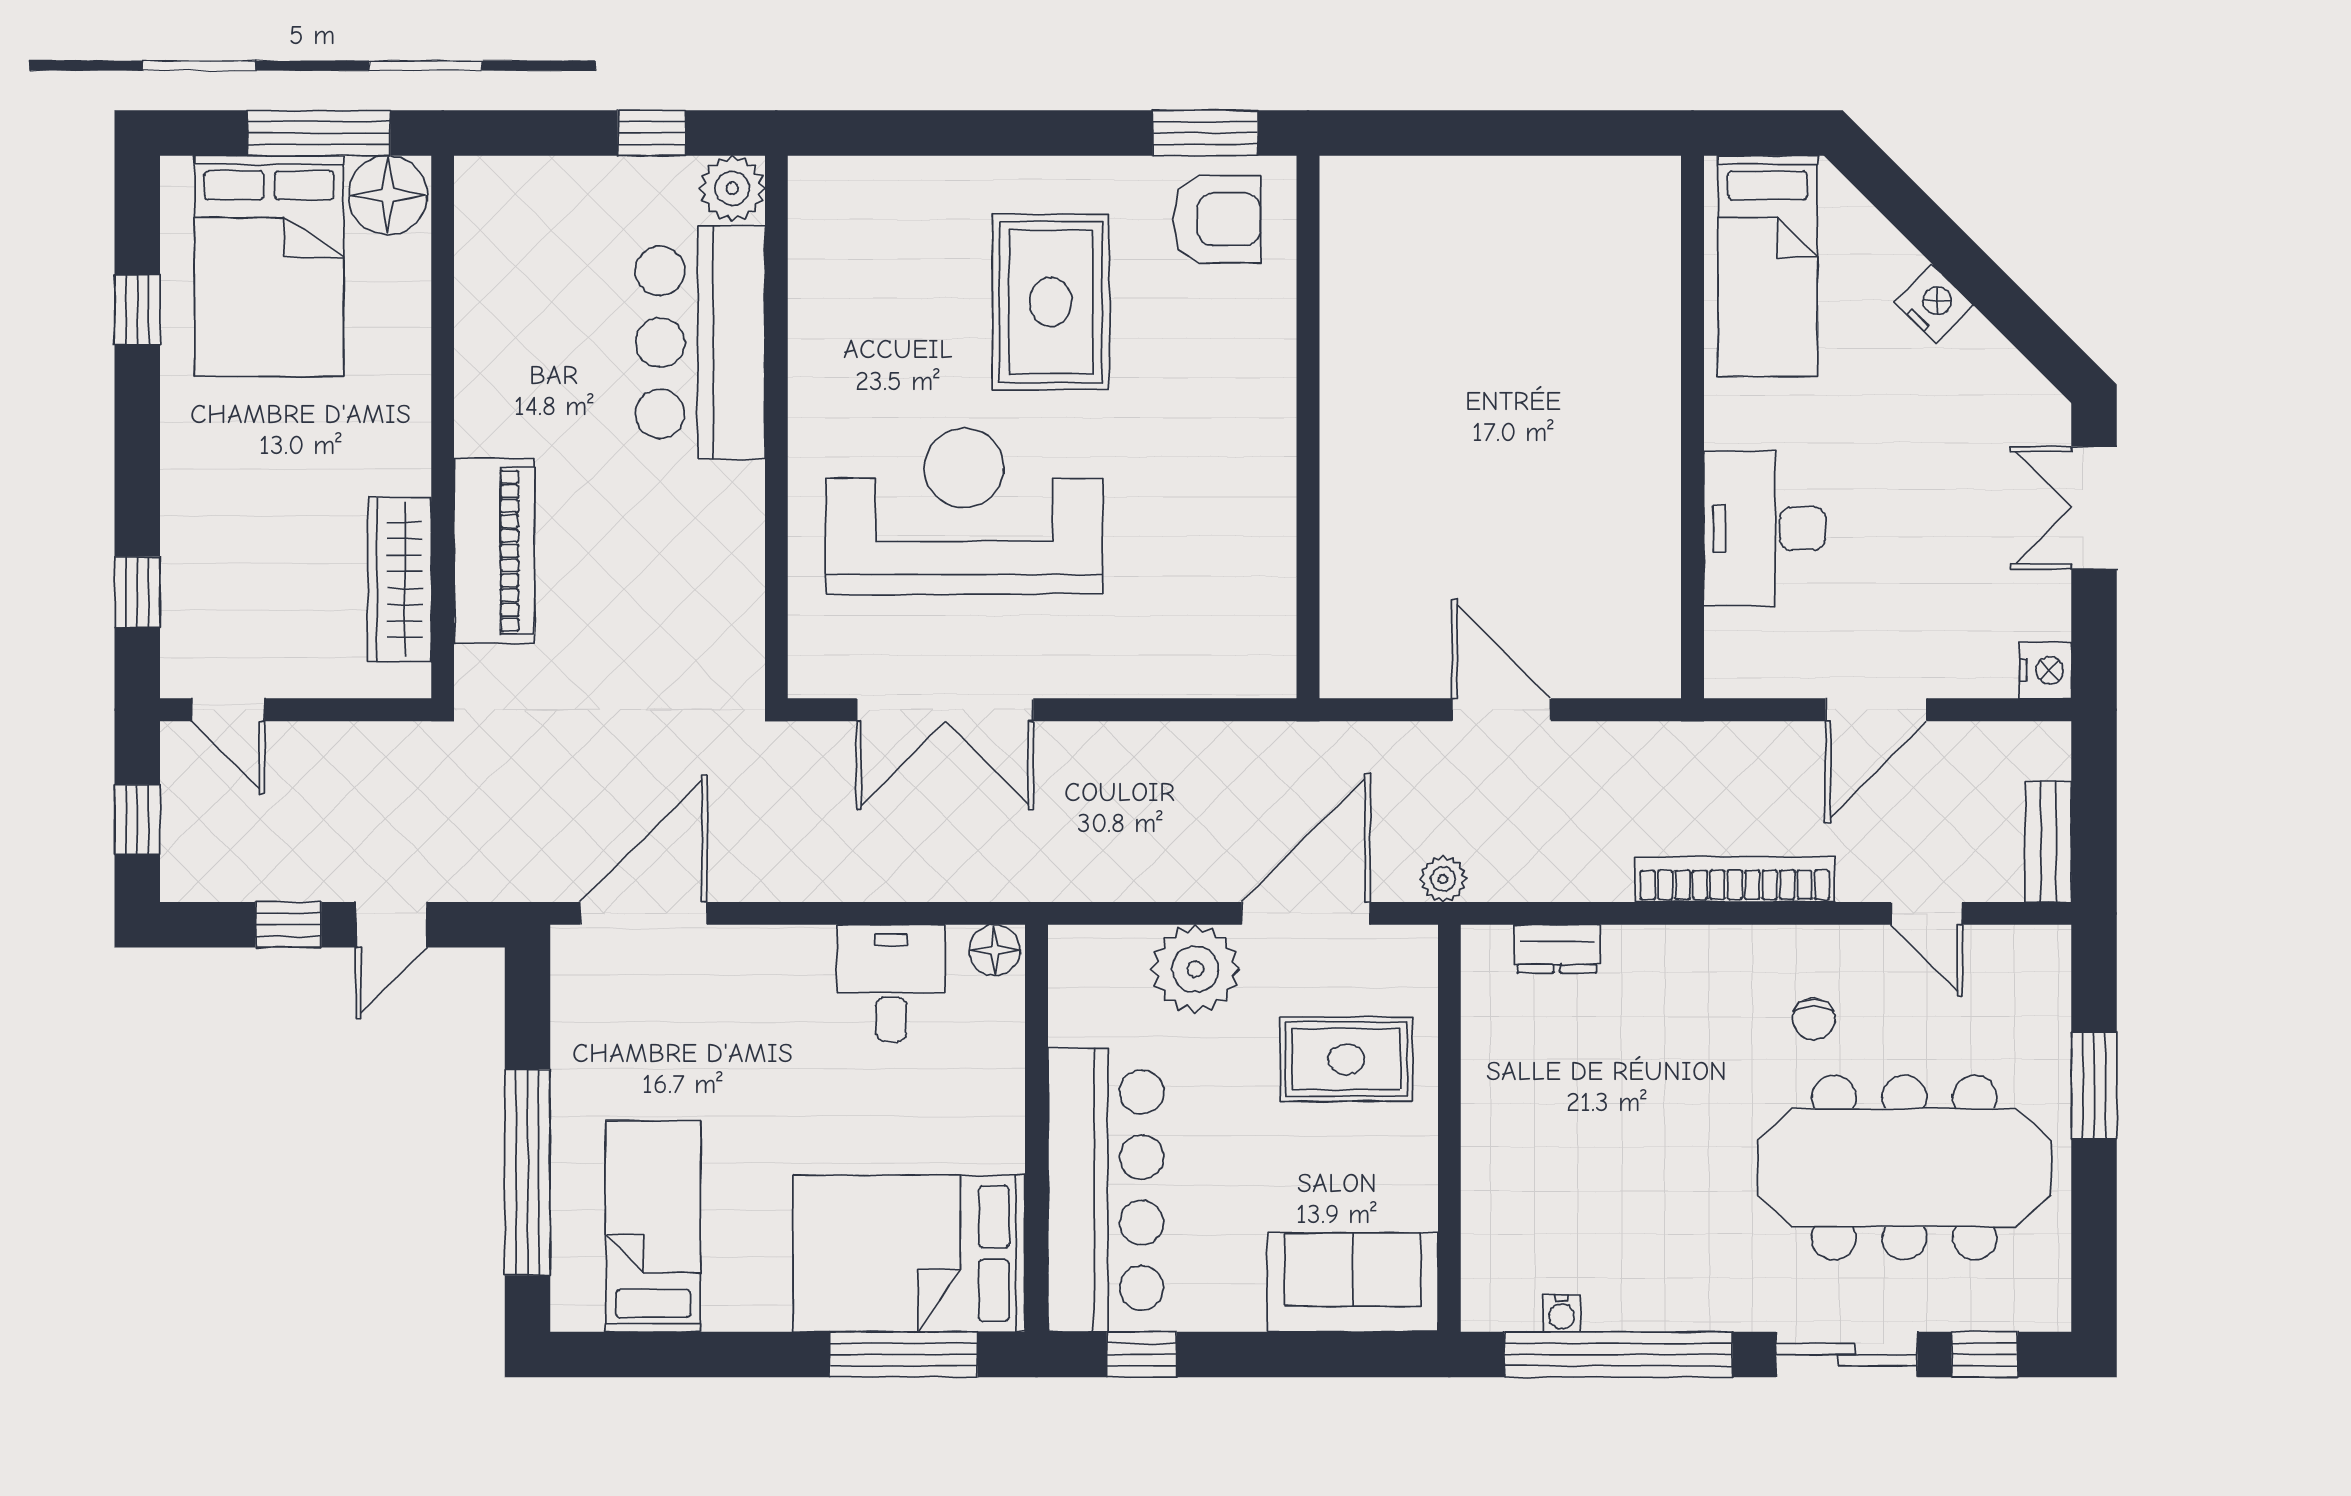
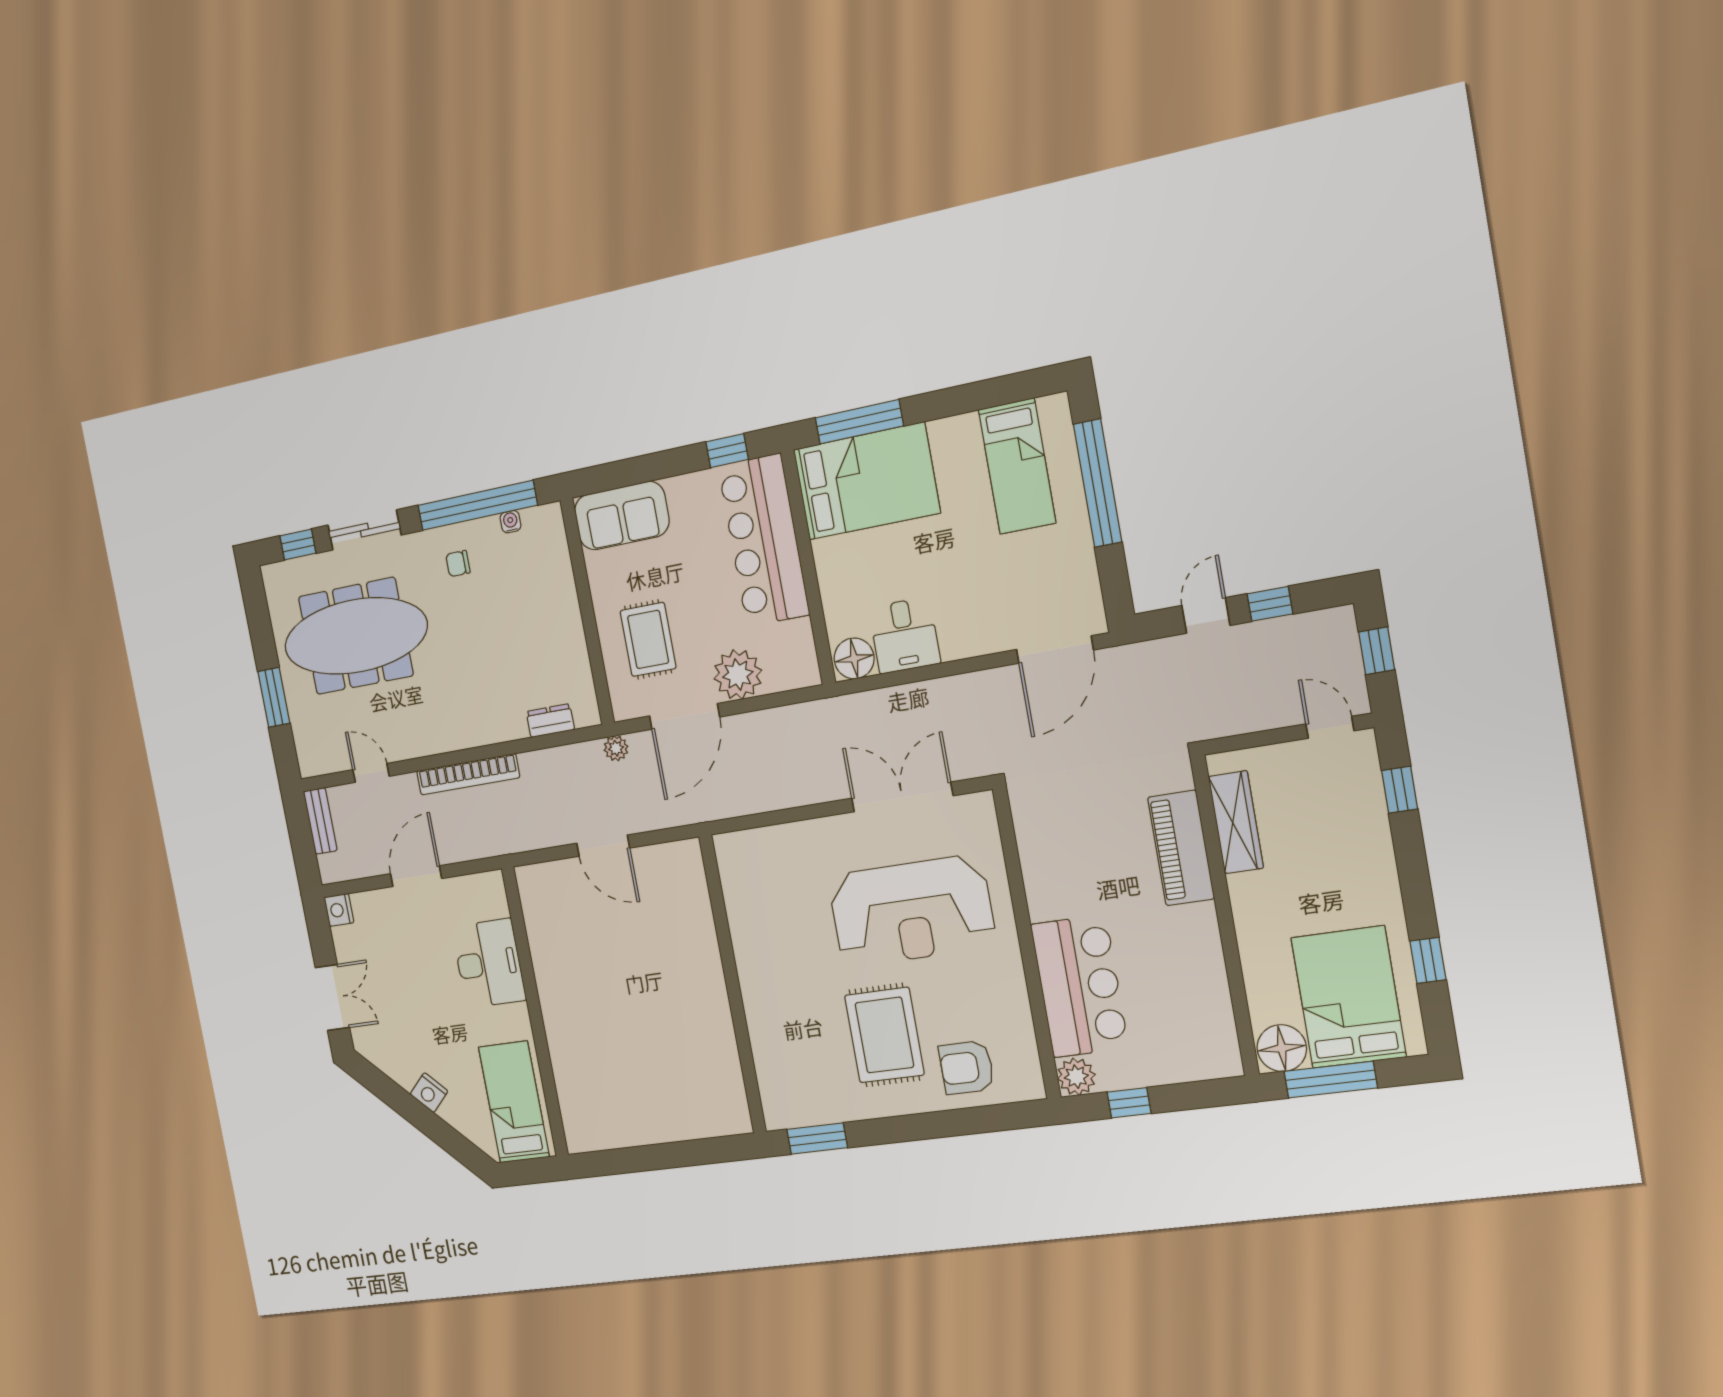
armchair: (1217, 219) -> (967, 1068), moved
floor lamp: (995, 950) -> (854, 658), width x1.38, depth x1.38
chair: (1814, 1019) -> (458, 564), moved, turned -90
rug: (1346, 1059) -> (648, 639), turned 90

